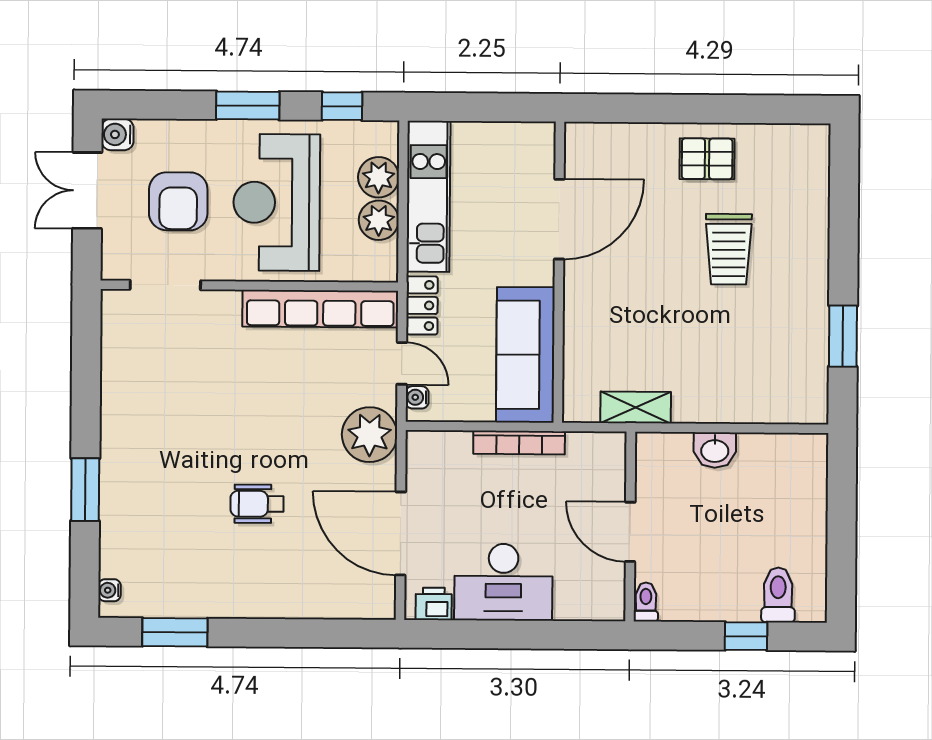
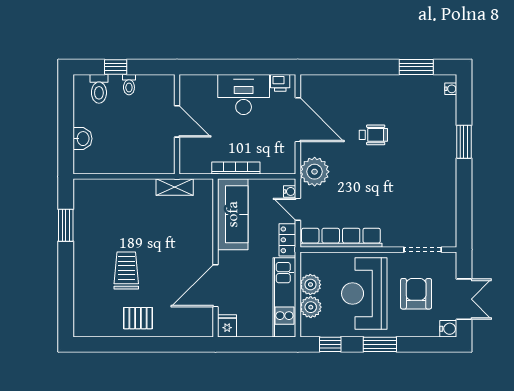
fridge: (538, 143) -> (227, 326), added
reception desk: (277, 202) -> (364, 294), turned 180
washbasin: (715, 450) -> (82, 139), moved, turned 90
toilet: (646, 602) -> (129, 85), moved

